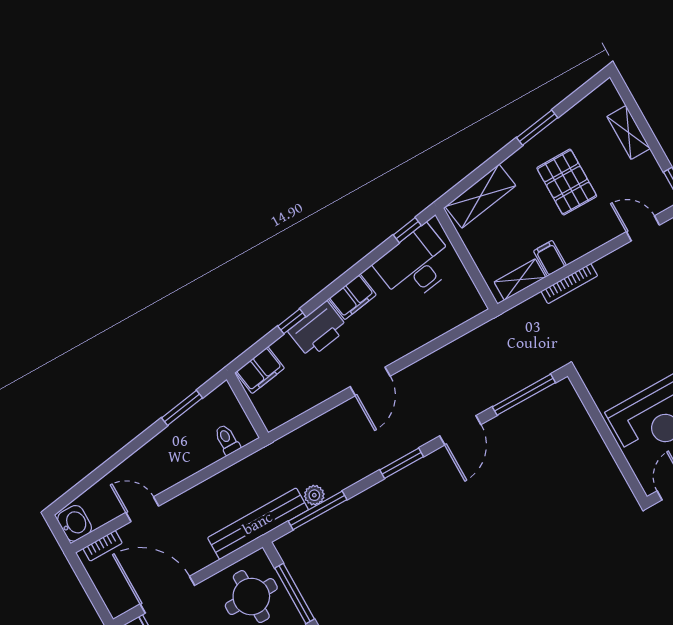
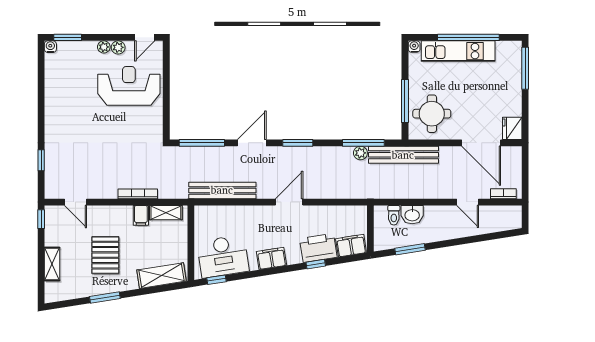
printer: (318, 330) -> (318, 248), moved
bench: (464, 348) -> (222, 190), added
washbasin: (75, 523) -> (412, 215), moved, turned -90

